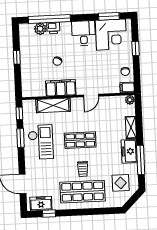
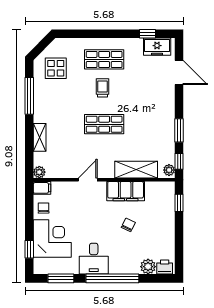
window: (49, 19) -> (112, 278), moved
printer: (53, 28) -> (165, 267), moved
corner desk: (111, 35) -> (52, 239), moved, turned 90
window: (136, 49) -> (29, 249), moved
window: (17, 57) -> (179, 203), moved
plant: (27, 106) -> (169, 170), added
checkout: (41, 142) -> (154, 124), removed
freezer: (129, 151) -> (43, 107), removed
shop shelf: (83, 192) -> (104, 59), width x0.70, depth x0.74

